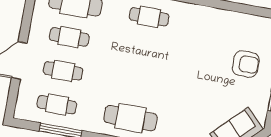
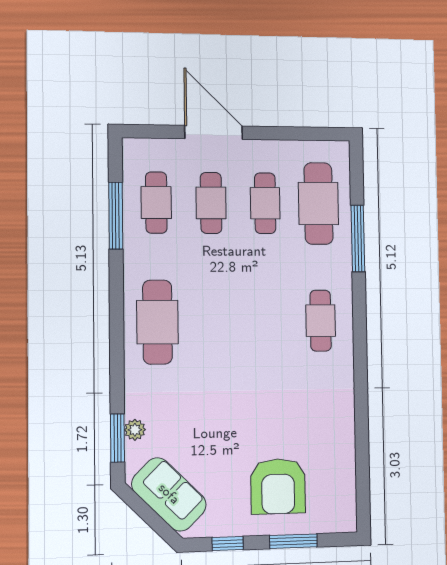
armchair: (246, 64) -> (278, 486), width x1.36, depth x1.36

